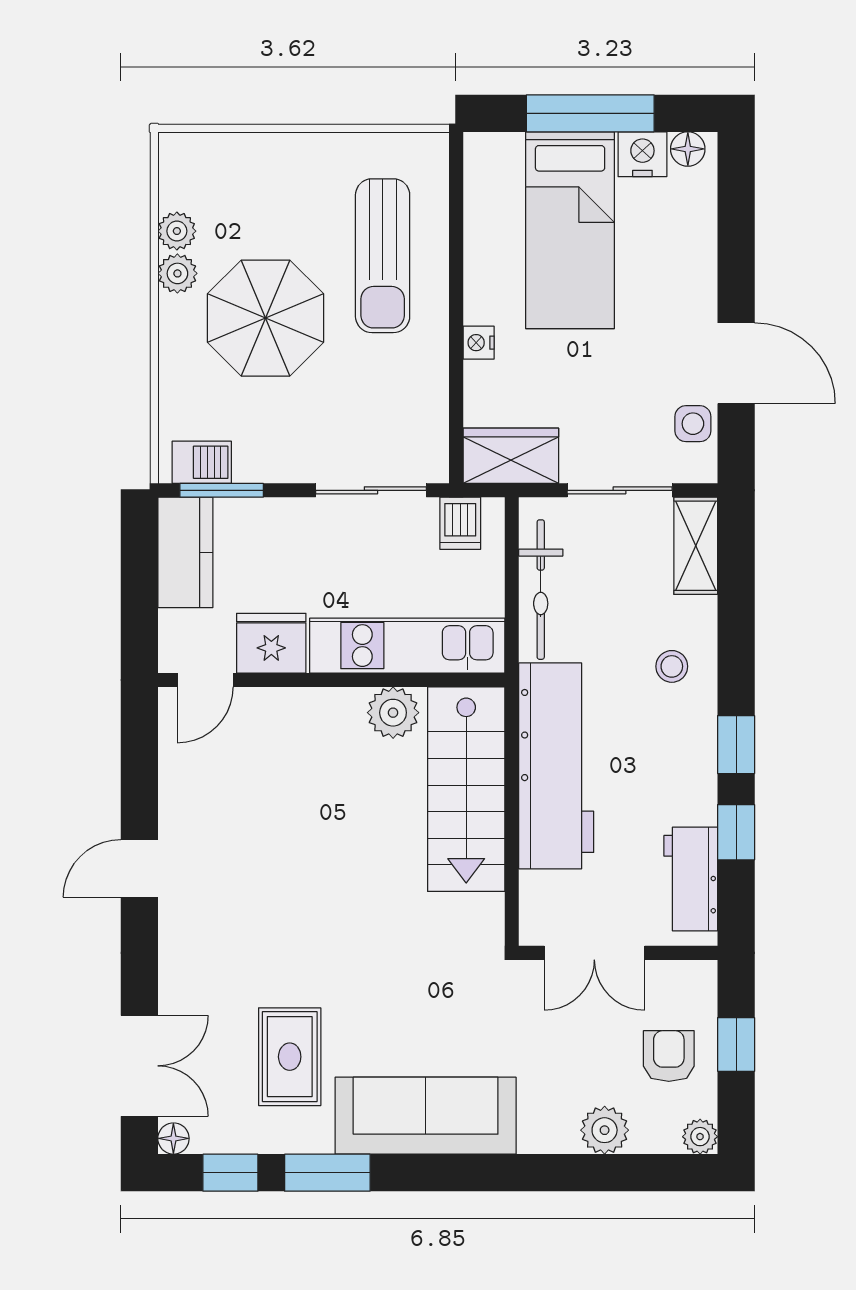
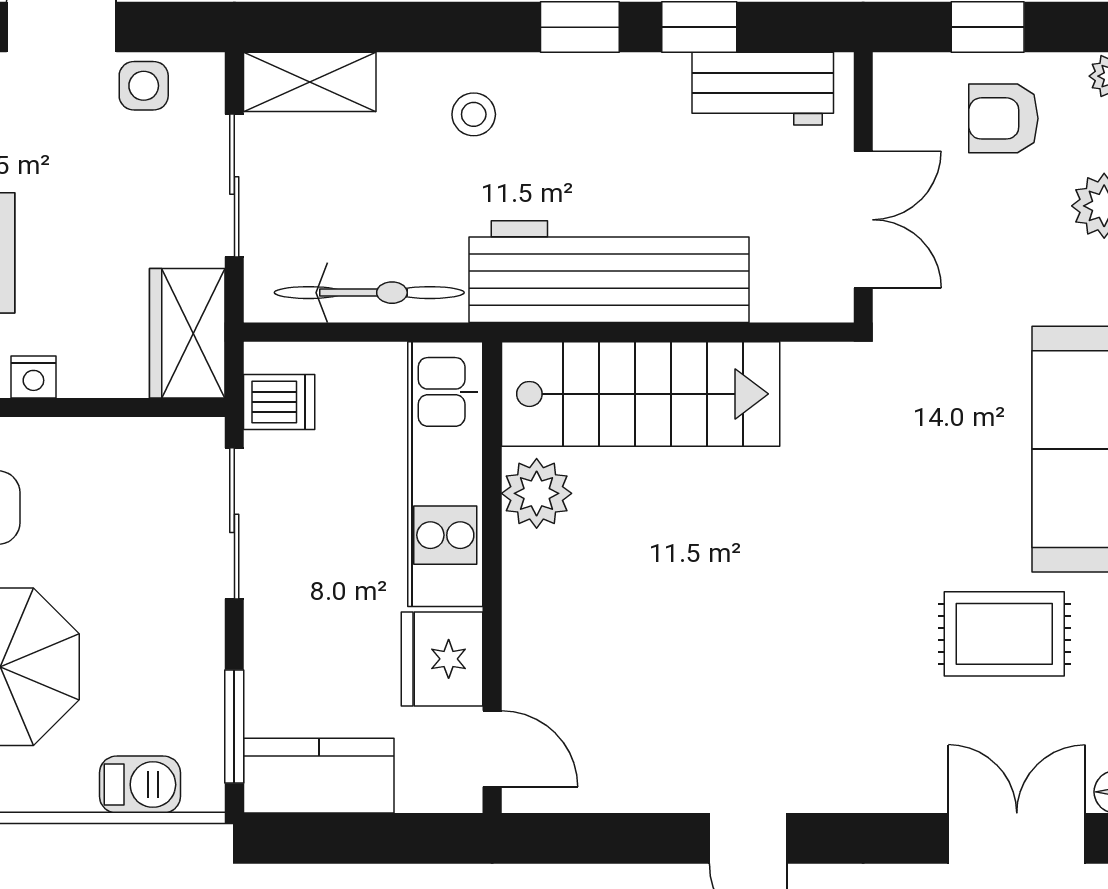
barbecue: (202, 462) -> (140, 785), moved, turned 90

